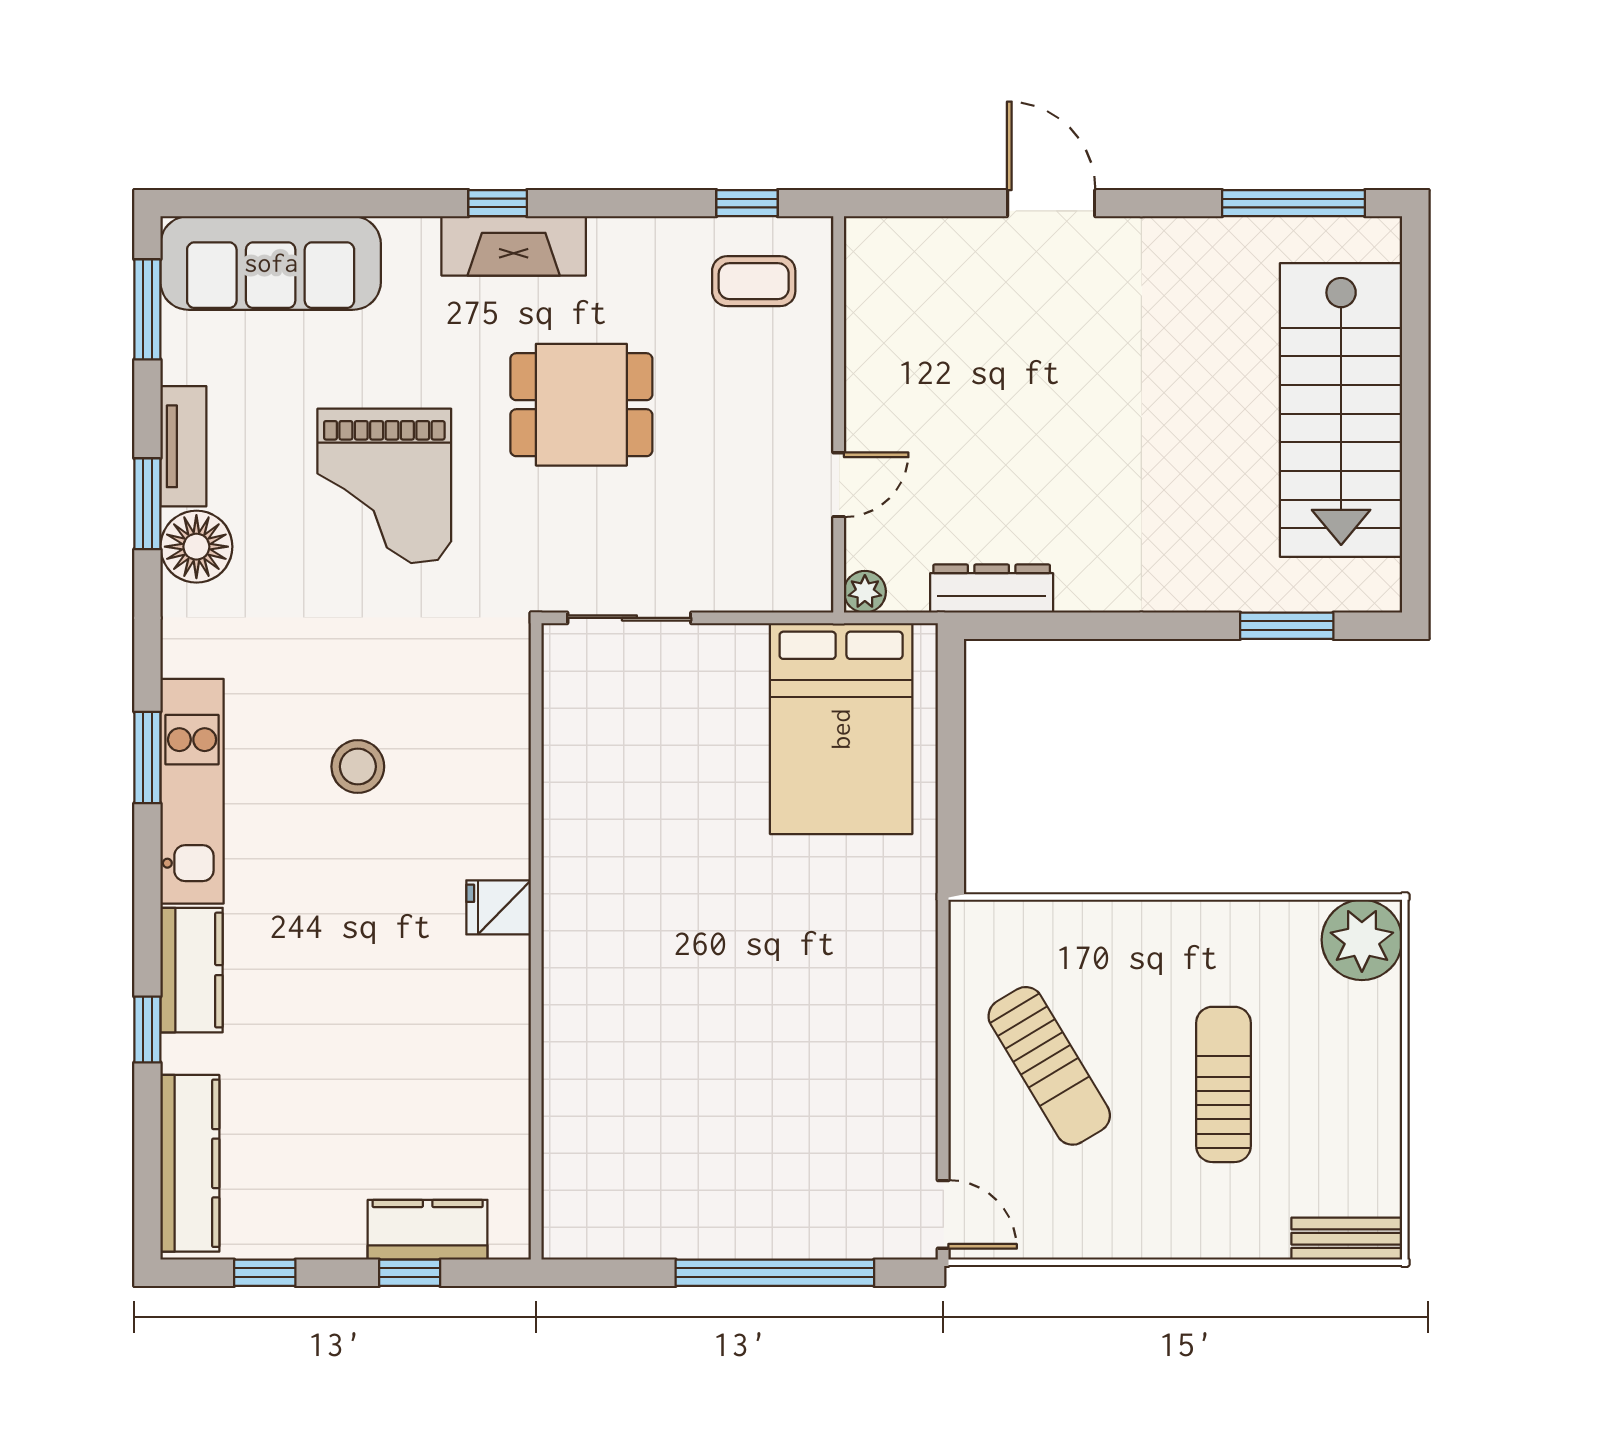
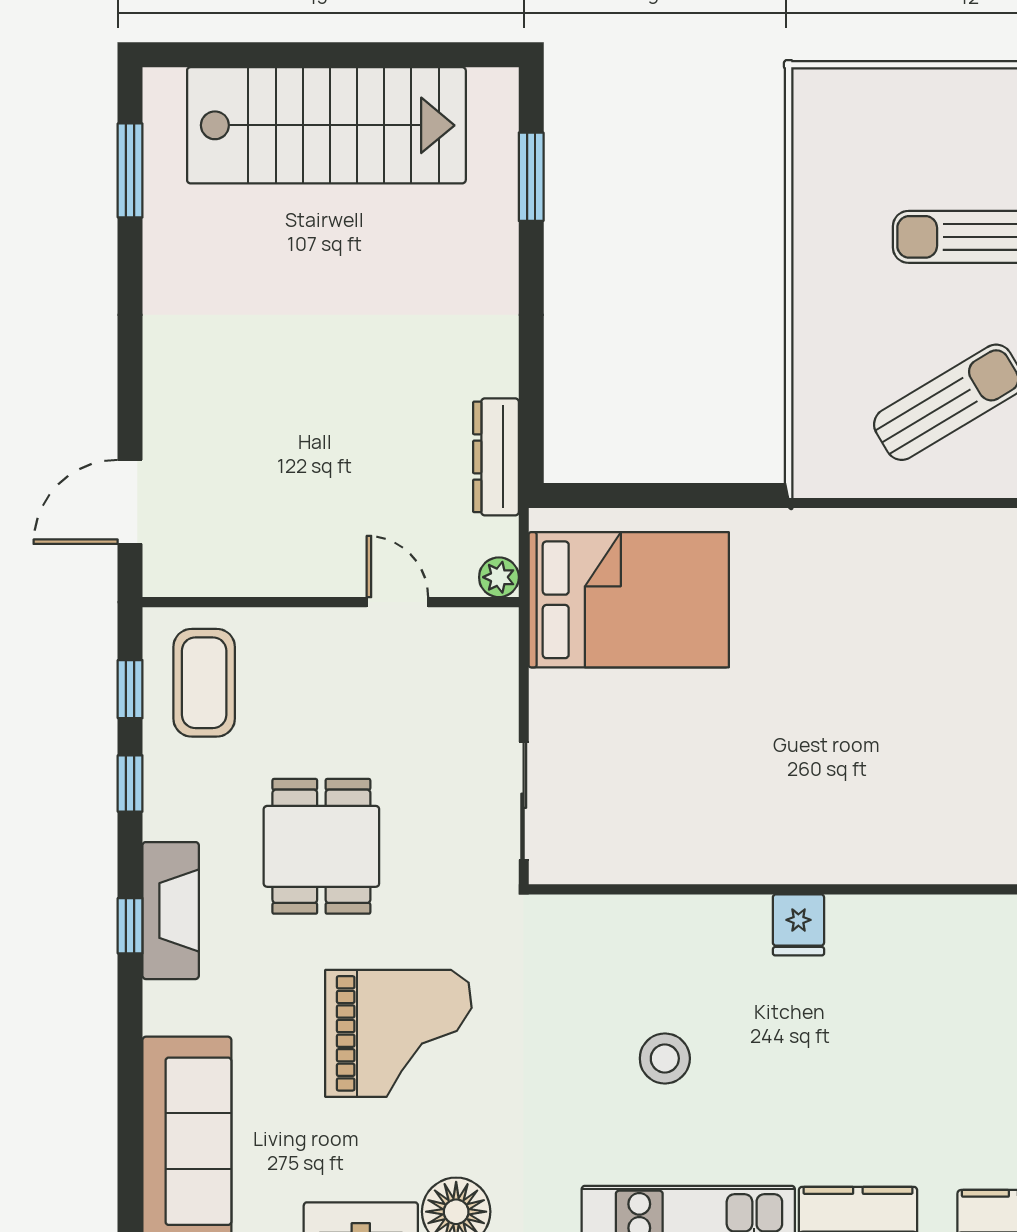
window: (648, 203) -> (130, 784), added
door: (1051, 203) -> (130, 502), moved
window: (1293, 203) -> (130, 170), width x0.69
coffee table: (754, 281) -> (204, 683), width x1.36, depth x1.30
plant: (1362, 940) -> (829, 105), removed

